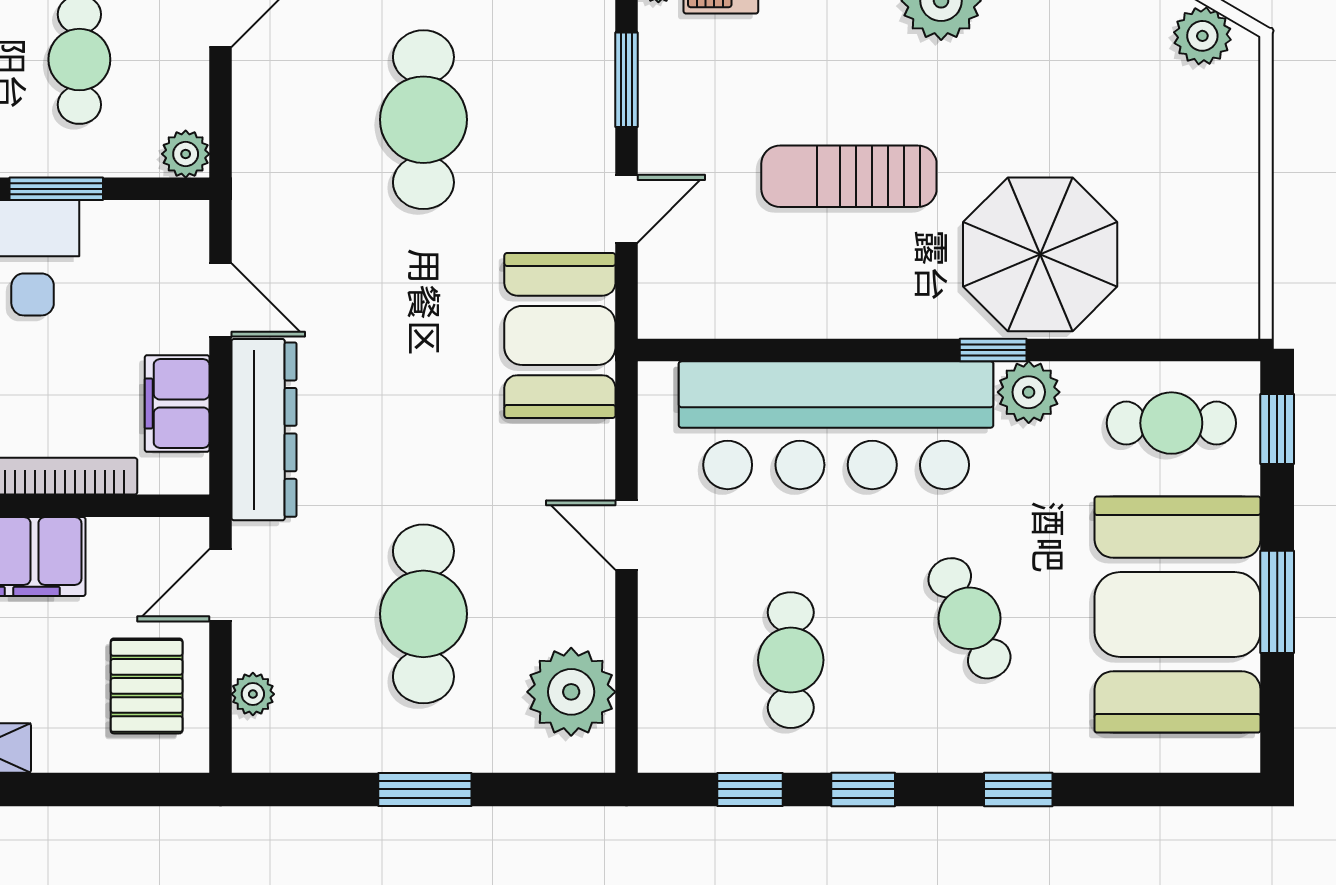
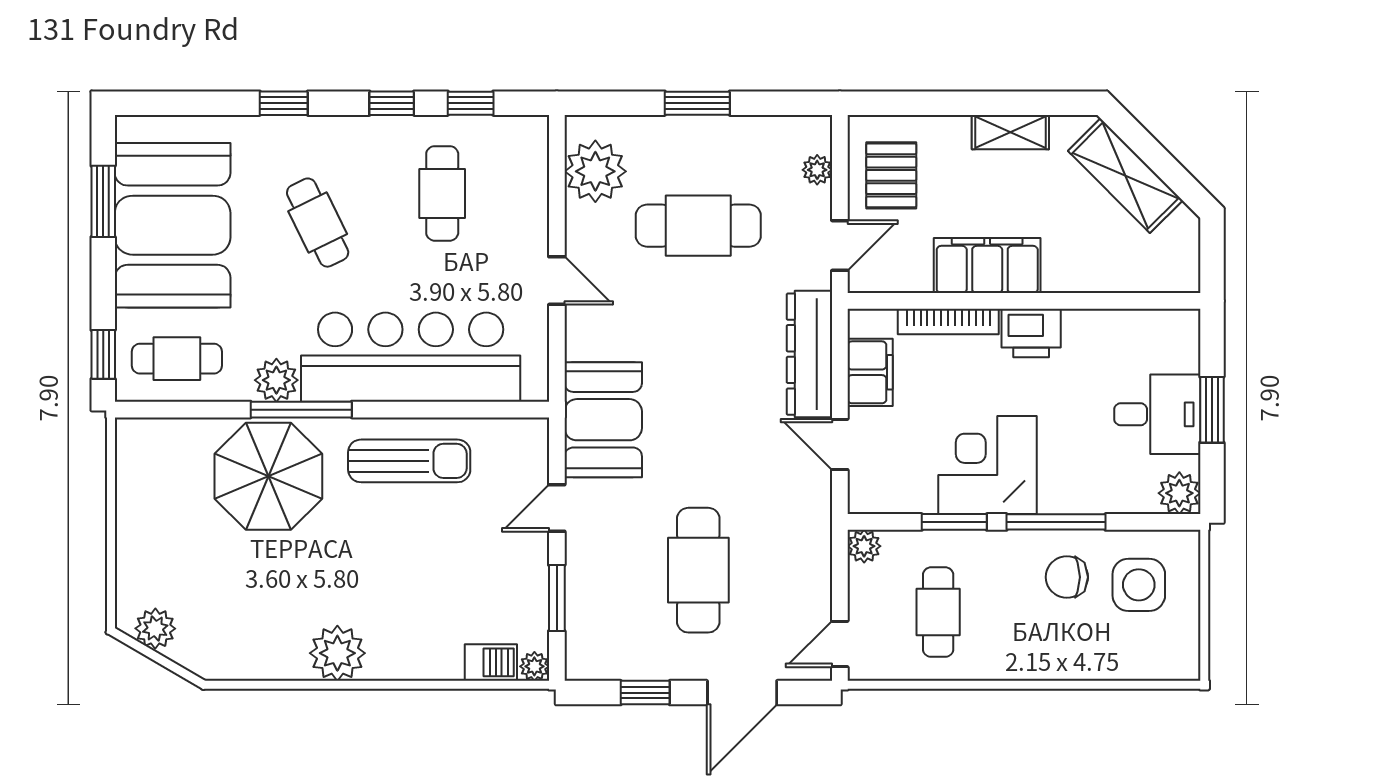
sun lounger: (849, 176) -> (409, 461), moved
window: (993, 350) -> (301, 410), width x2.17
window: (1277, 602) -> (103, 201), moved
cafe table: (423, 614) -> (698, 226), turned 90

